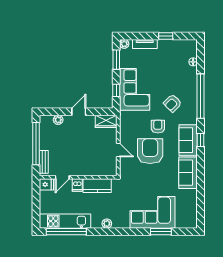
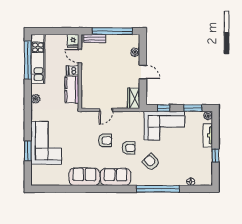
window: (201, 140) -> (116, 189), removed
armchair: (150, 151) -> (105, 140), width x0.53, depth x0.53

